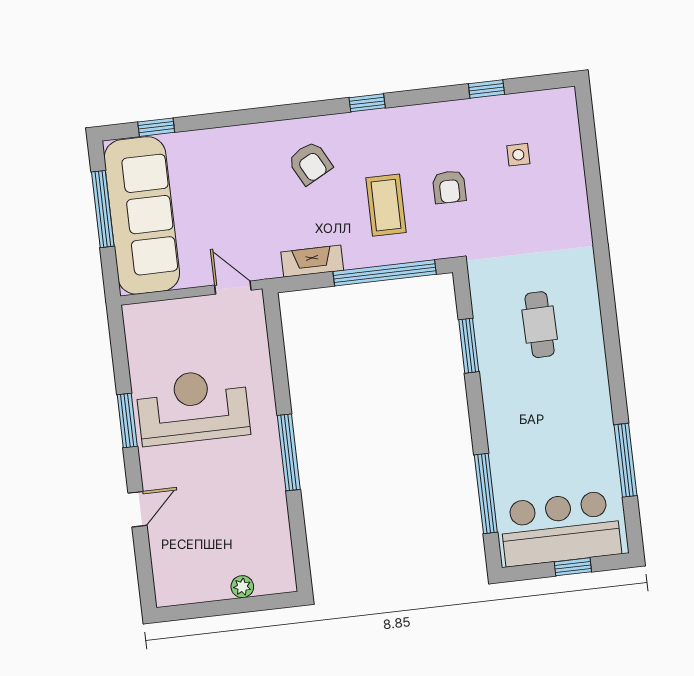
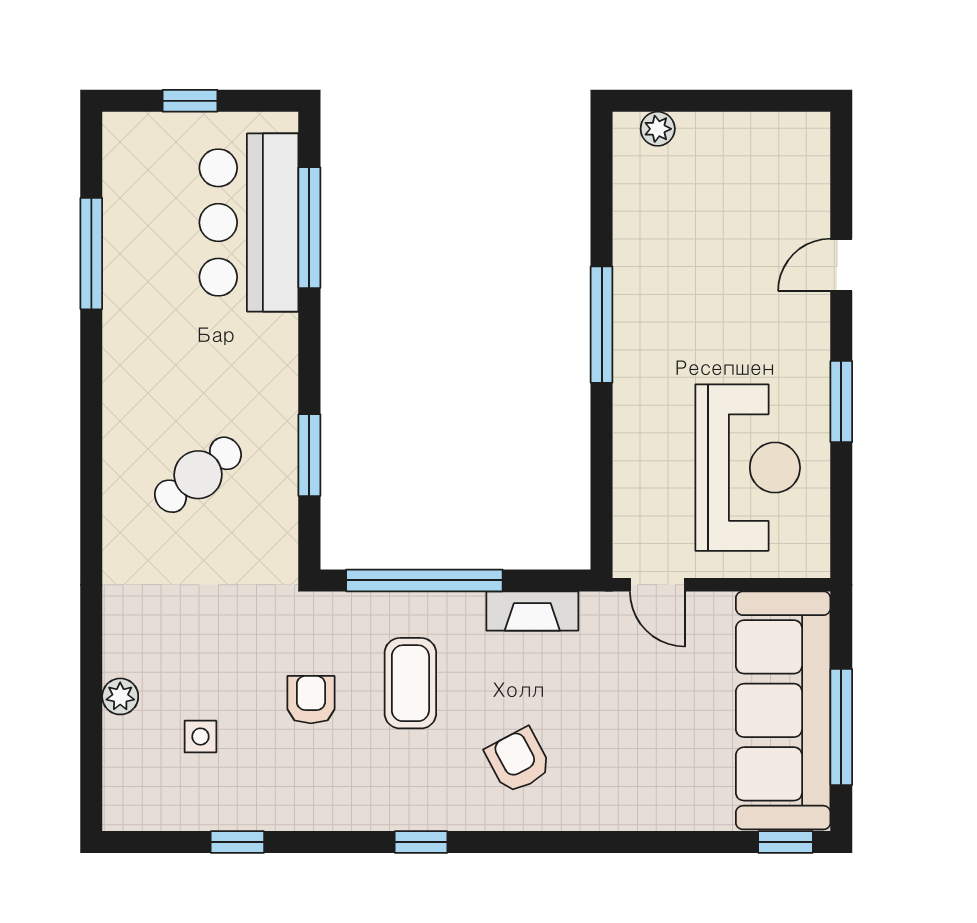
window: (156, 127) -> (785, 842), moved
plant: (573, 175) -> (120, 696), added
cafe table: (540, 325) -> (198, 475), turned 53
reception desk: (193, 407) -> (748, 468), moved, turned -90
bar counter: (560, 529) -> (249, 223), moved, turned 90
plant: (242, 587) -> (658, 129), moved

